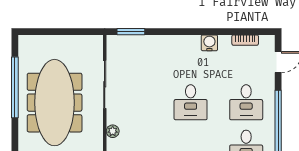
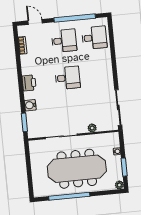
water cooler: (209, 43) -> (30, 105), moved
printer: (189, 44) -> (29, 83), added

